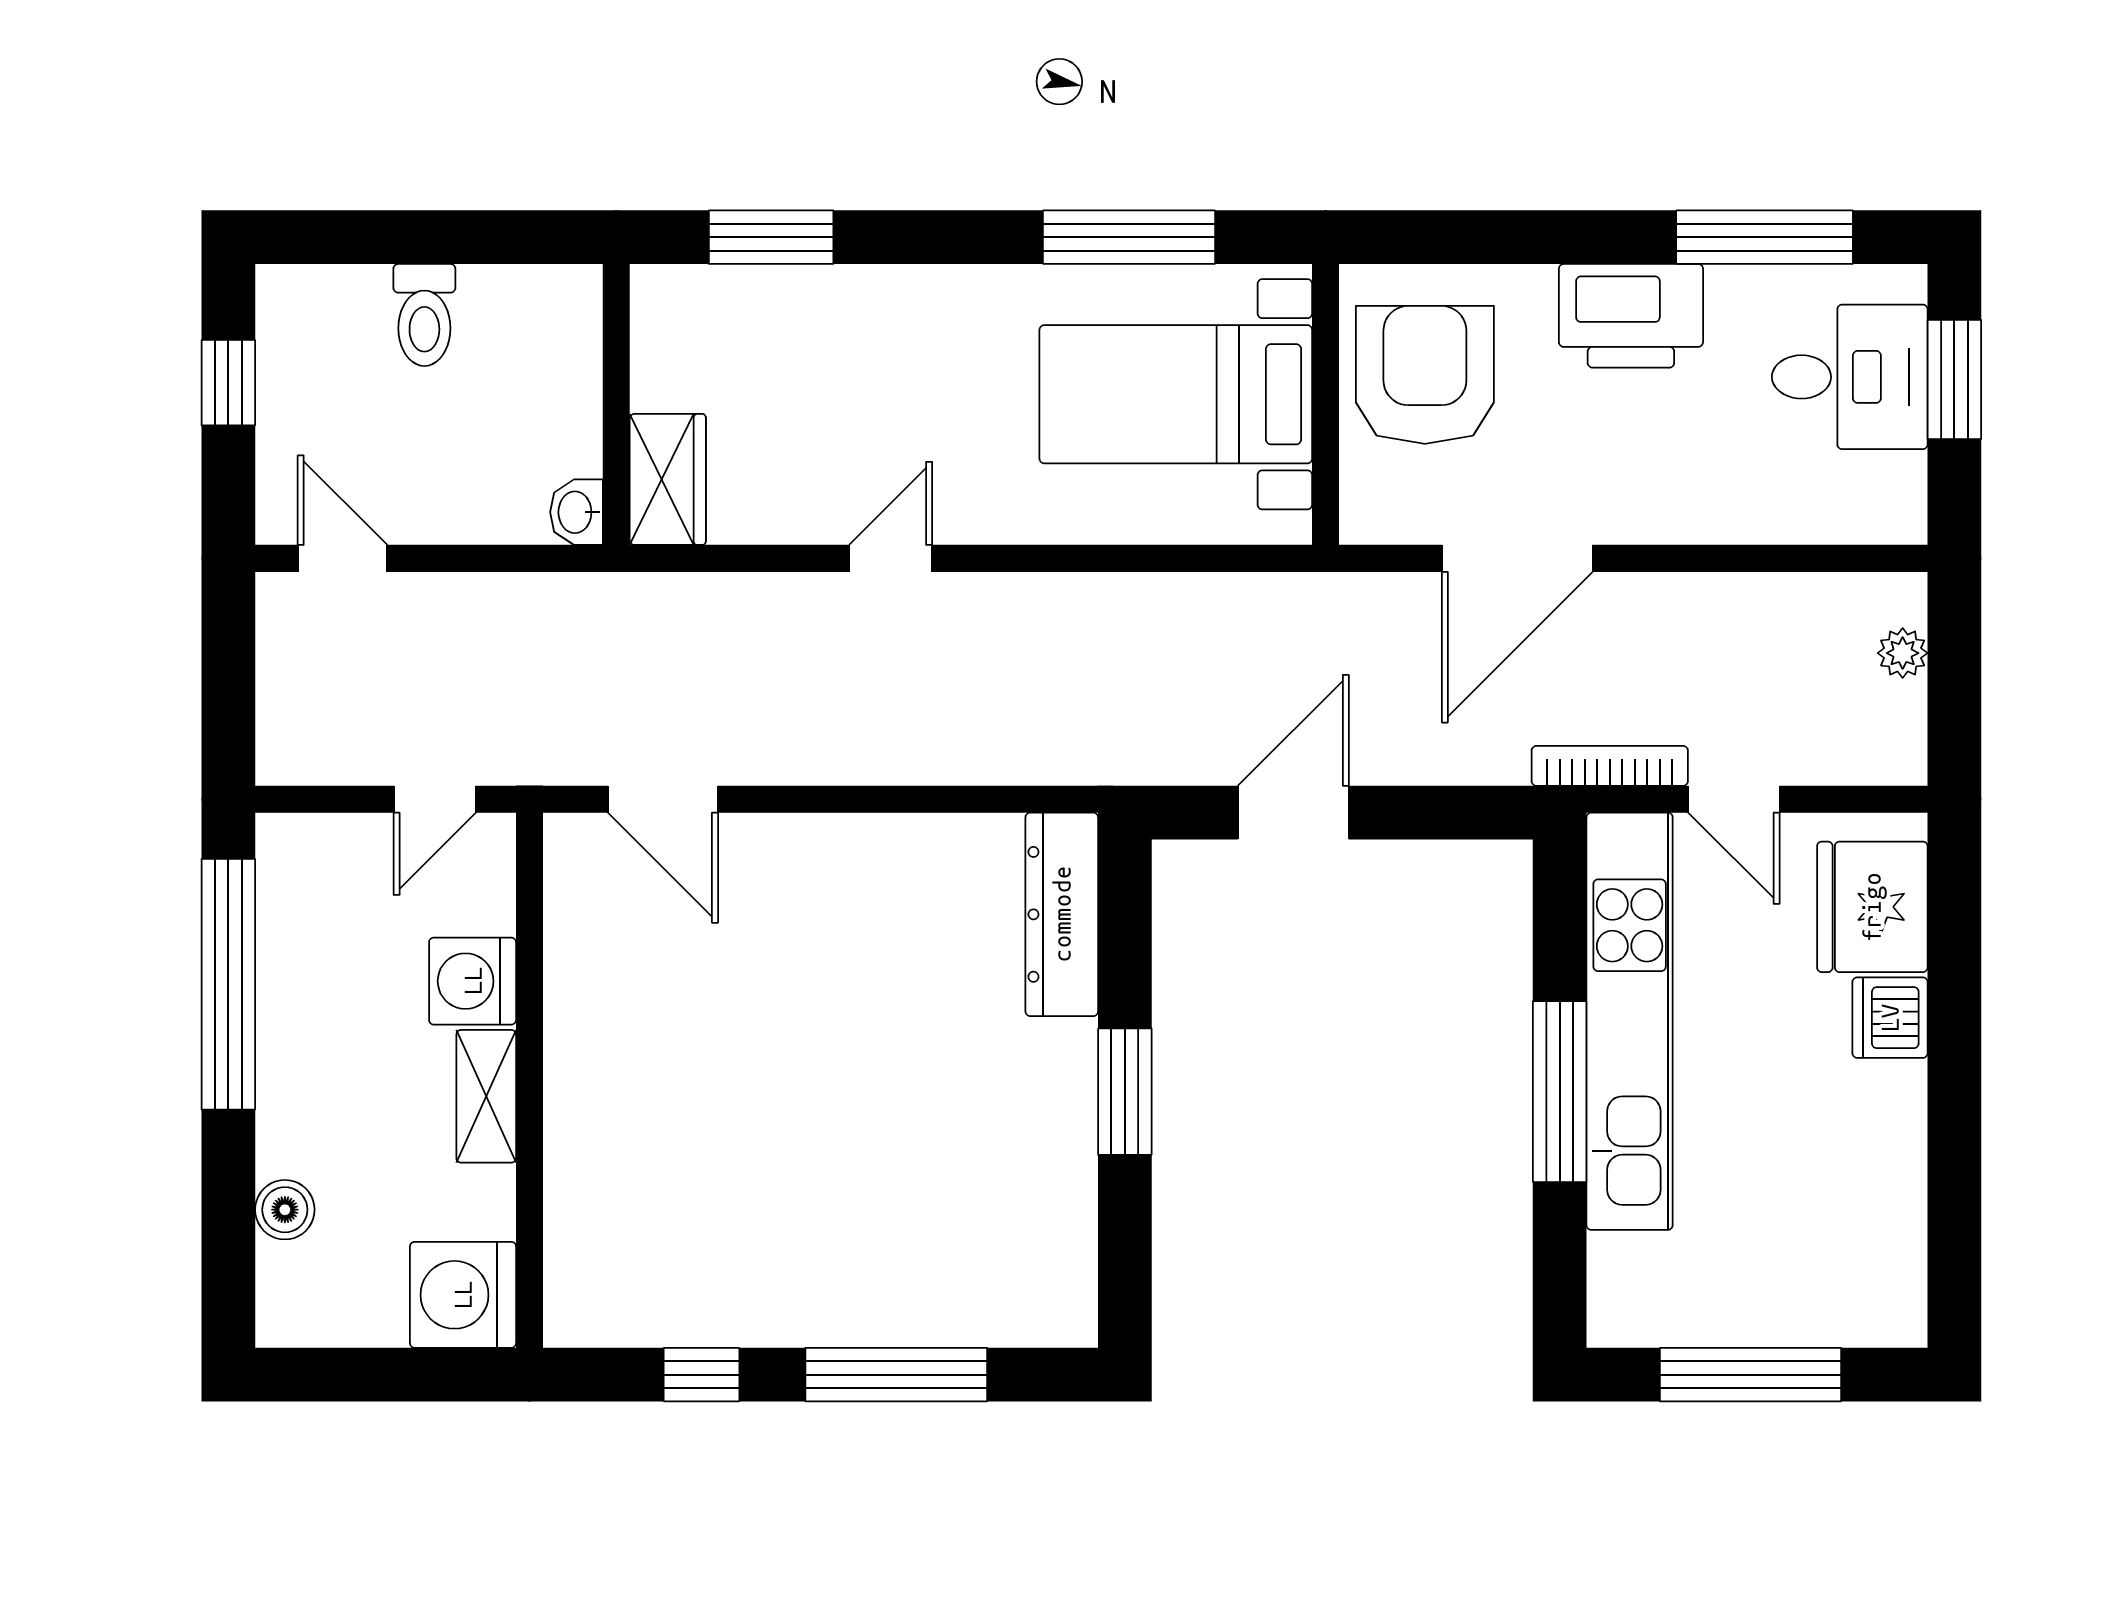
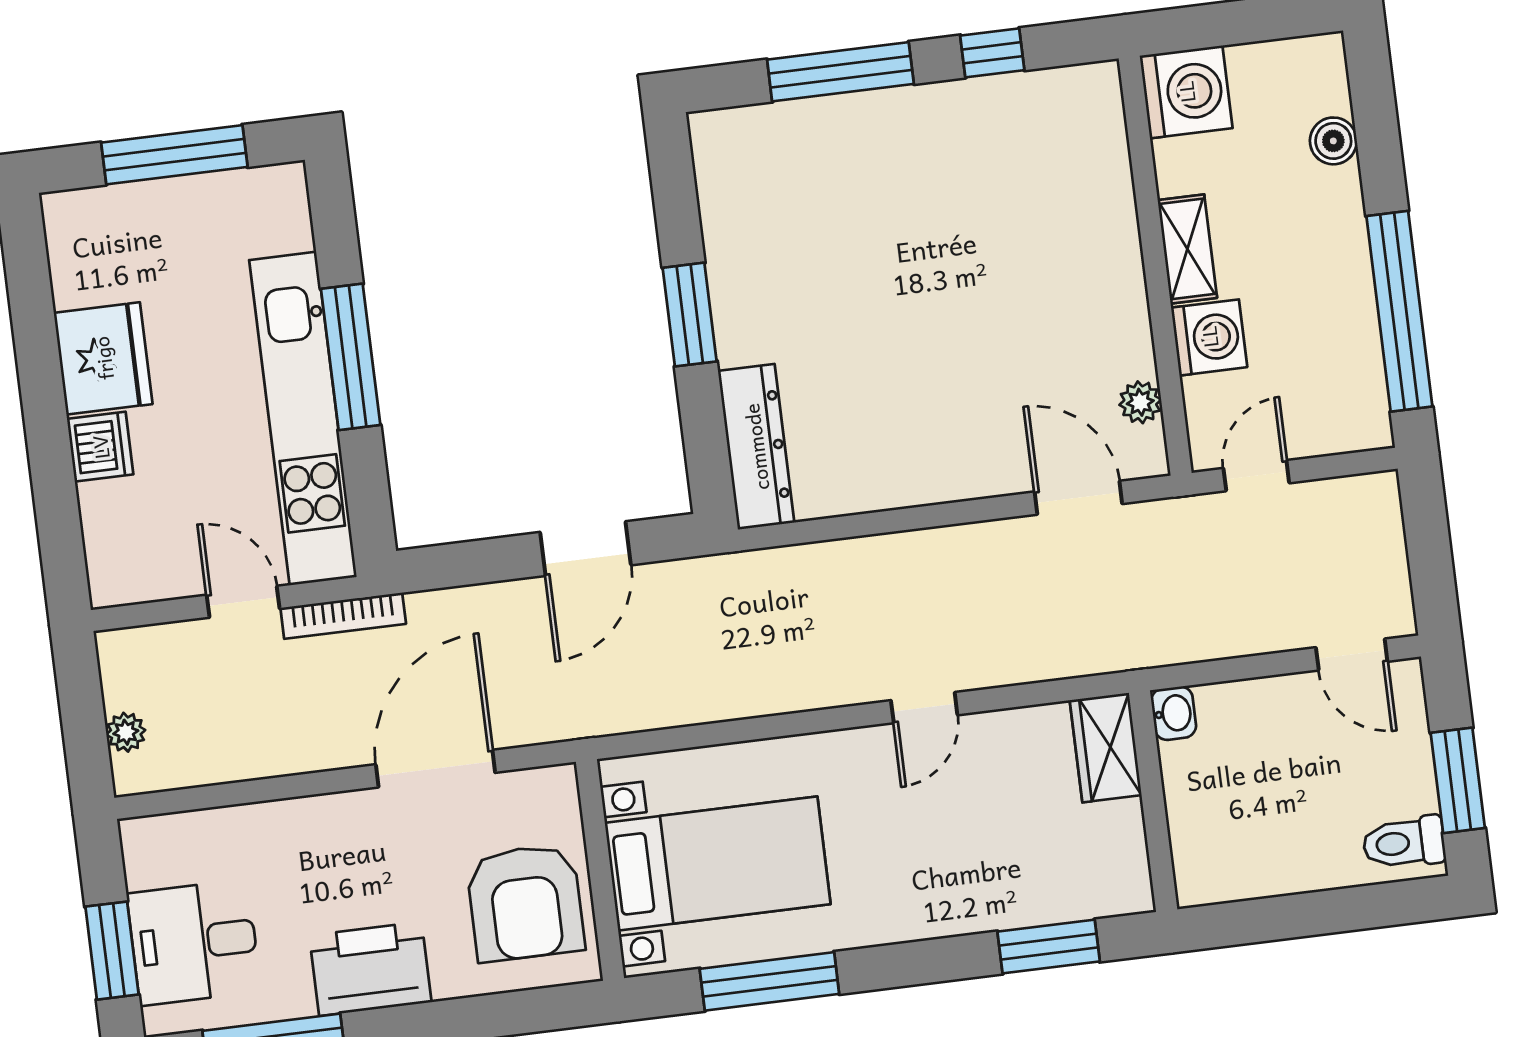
toilet: (424, 315) -> (1404, 843), moved, turned -90
window: (228, 383) -> (1458, 780), width x1.50
fridge: (1872, 907) -> (103, 358), moved
plant: (570, 910) -> (1140, 402), added

